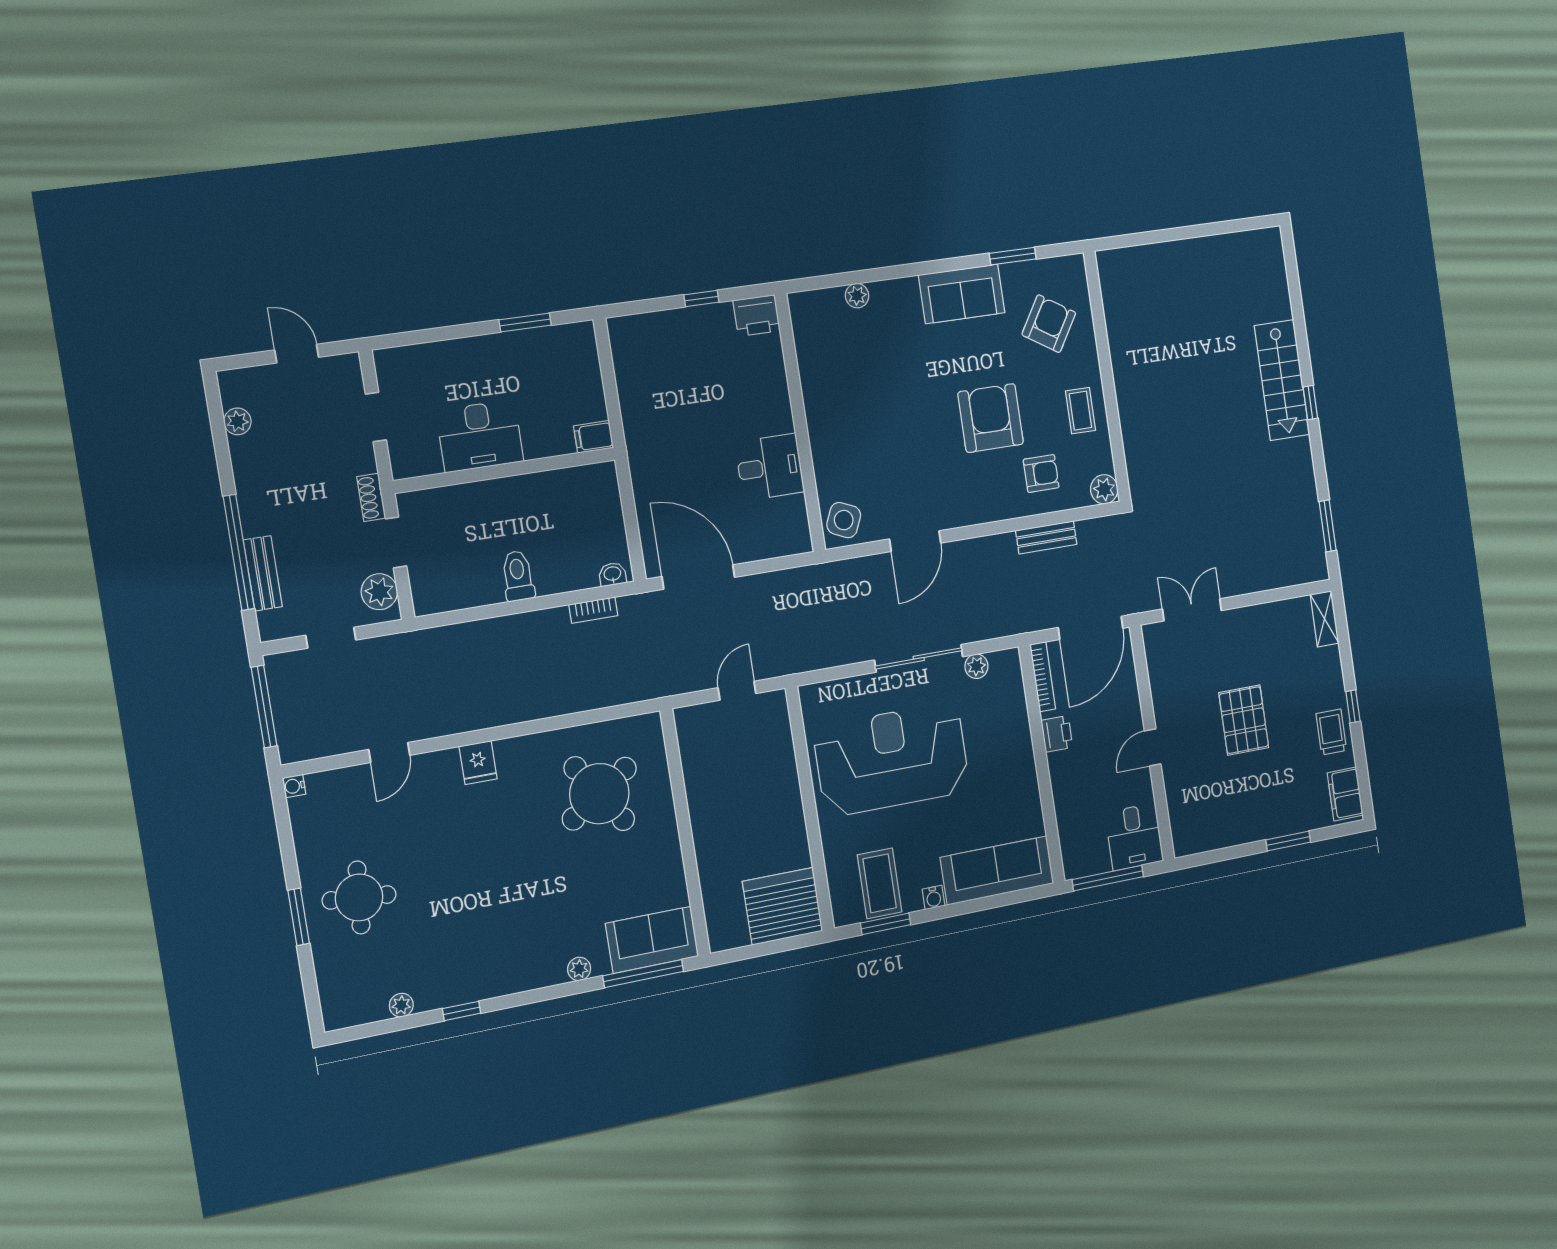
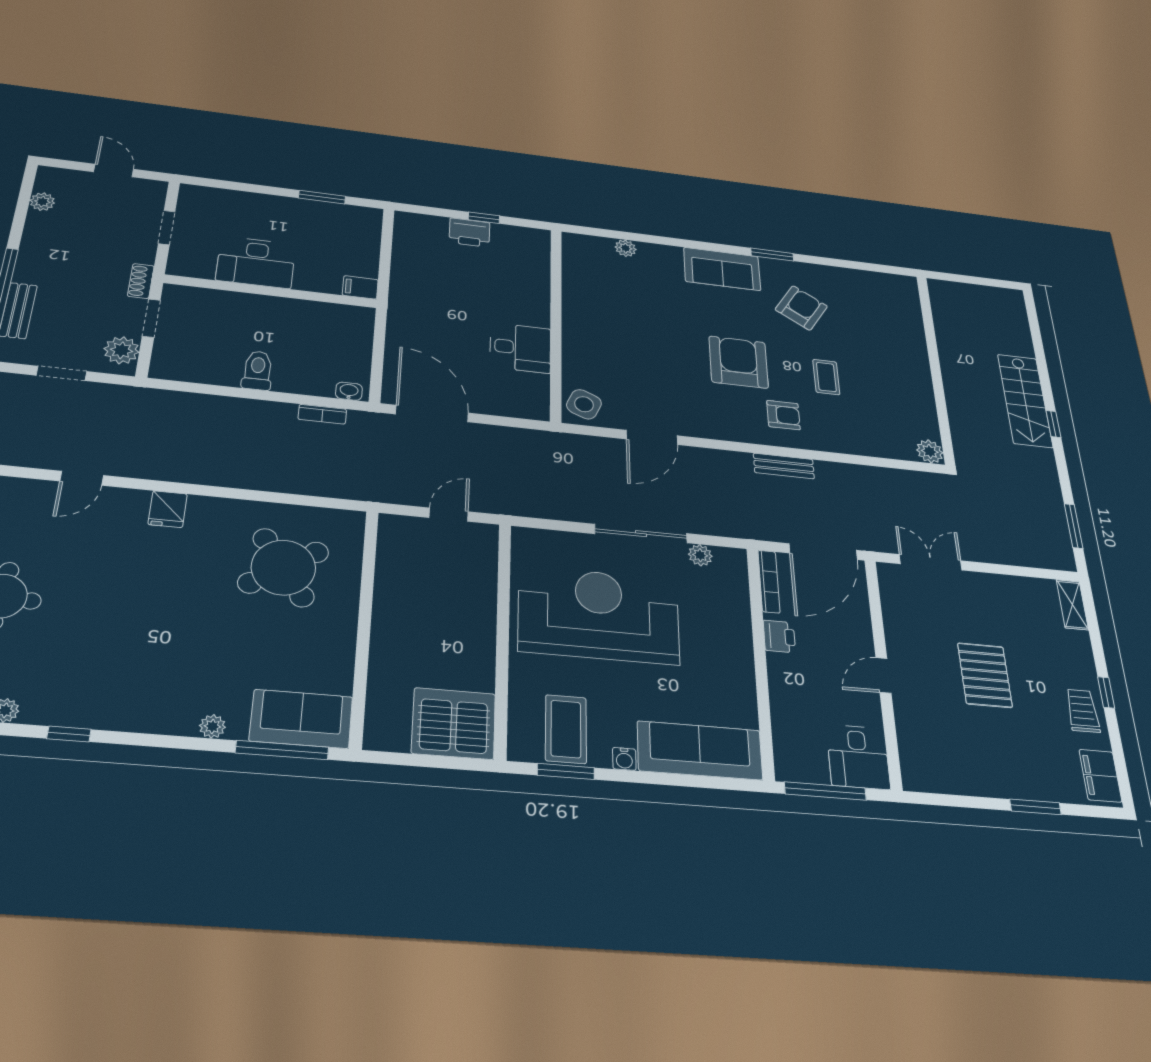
printer: (757, 315) -> (469, 232), moved
wall: (1107, 376) -> (935, 368), moved
plant: (1104, 489) -> (930, 451), moved

